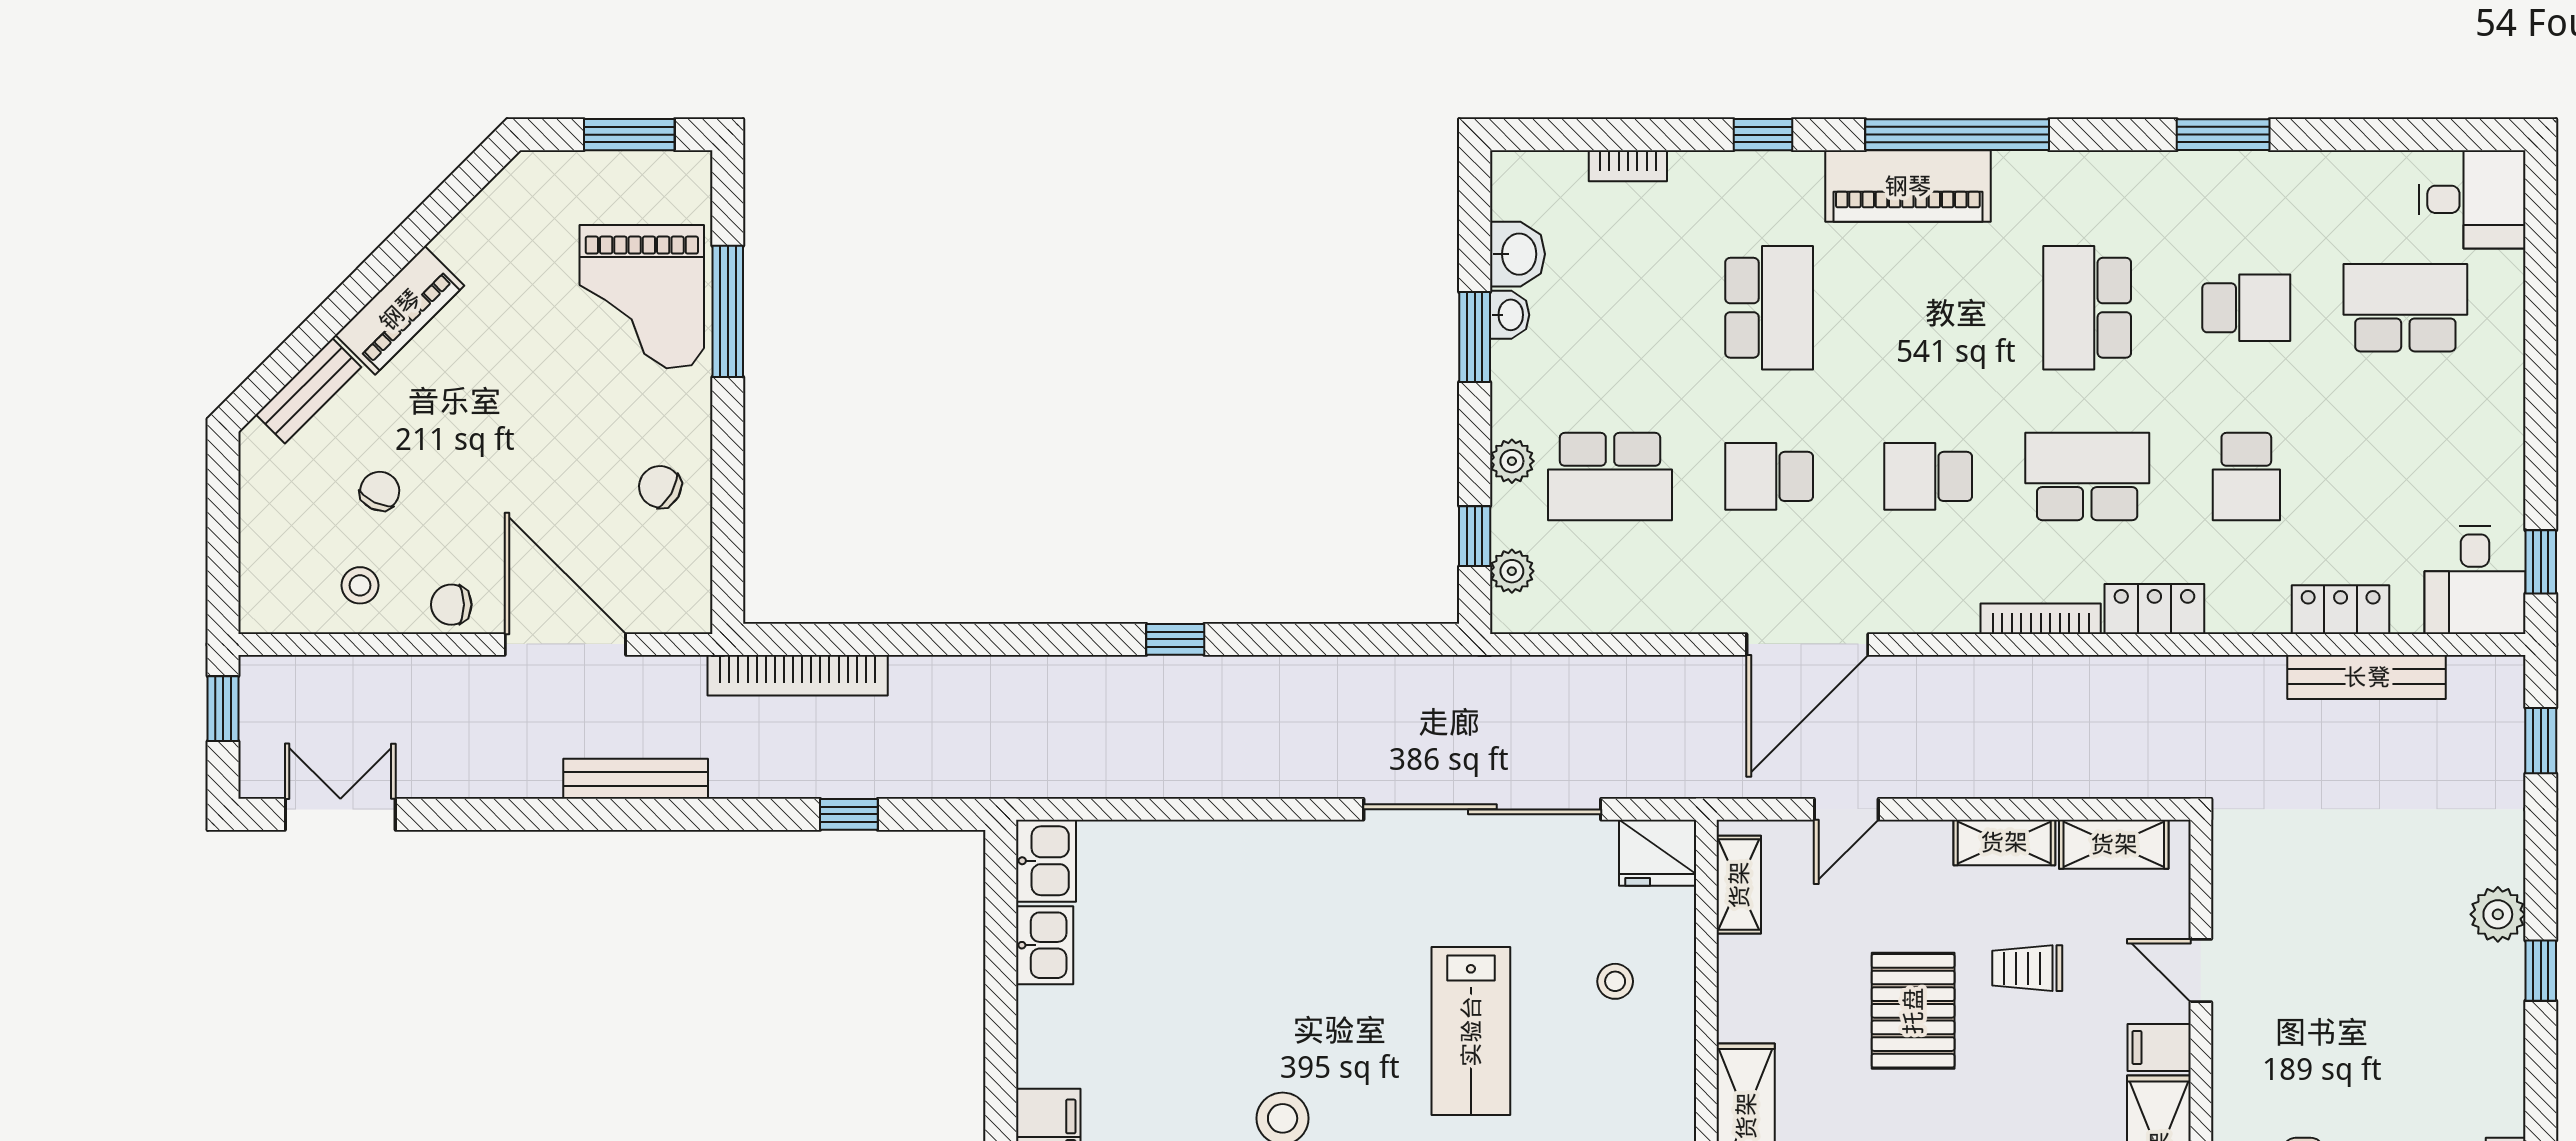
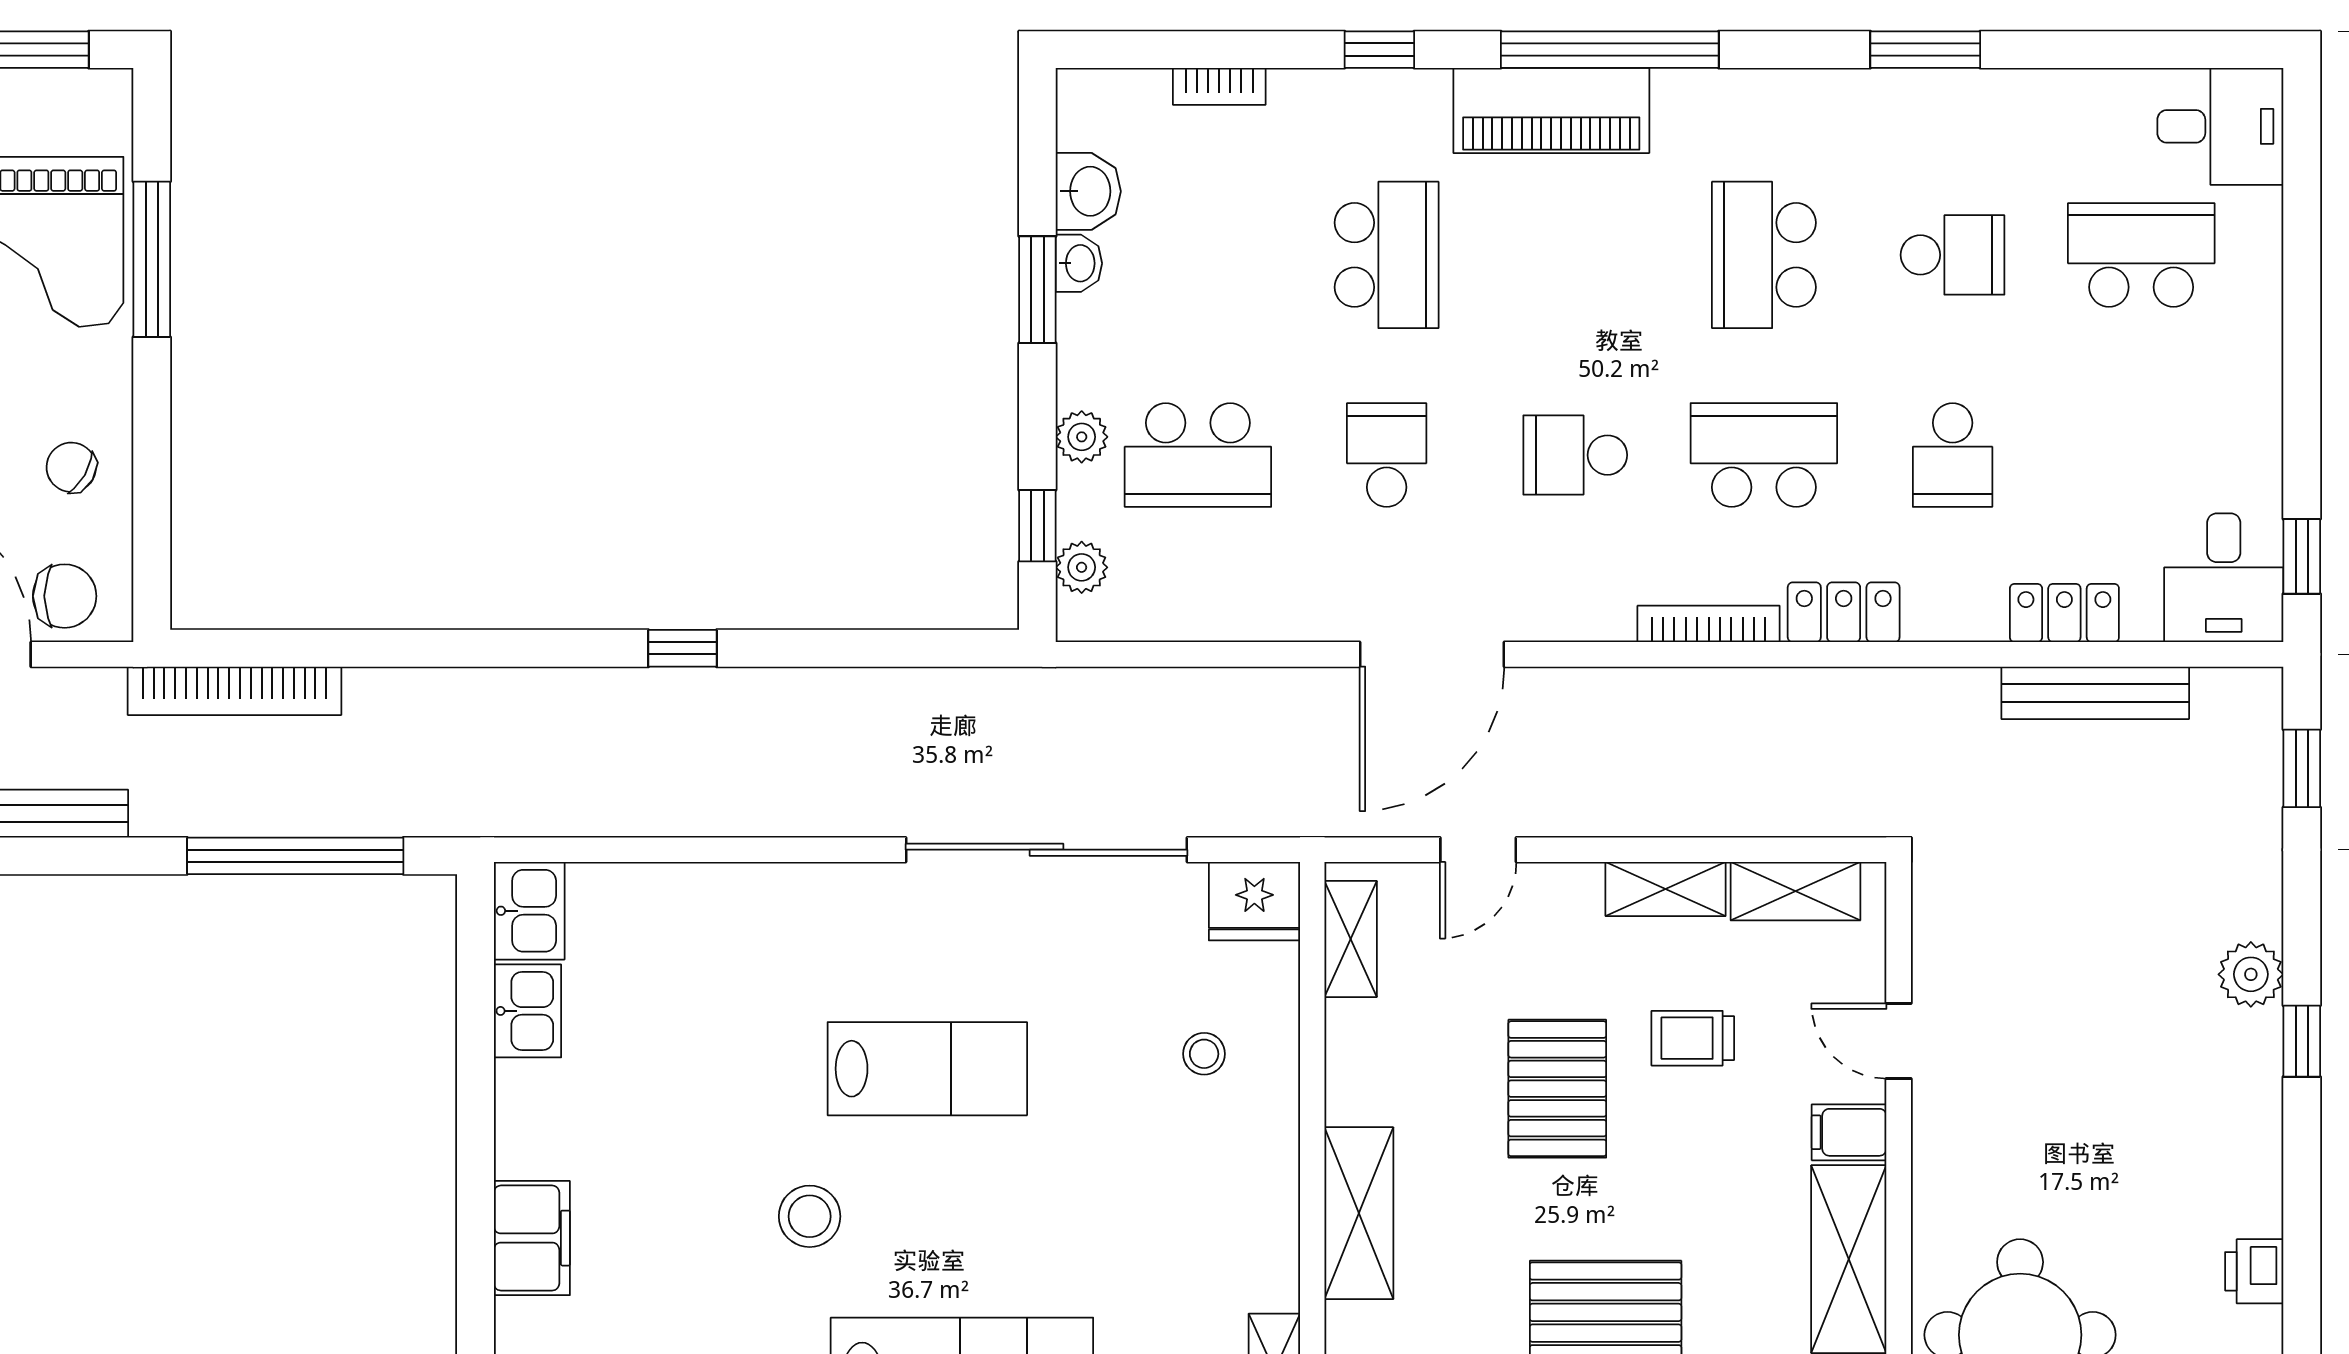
school desk: (1769, 476) -> (1387, 455), turned 90
chair: (654, 595) -> (65, 596), added
window: (849, 814) -> (295, 856), width x3.17
lab bench: (1471, 1031) -> (927, 1069), moved, turned -90

